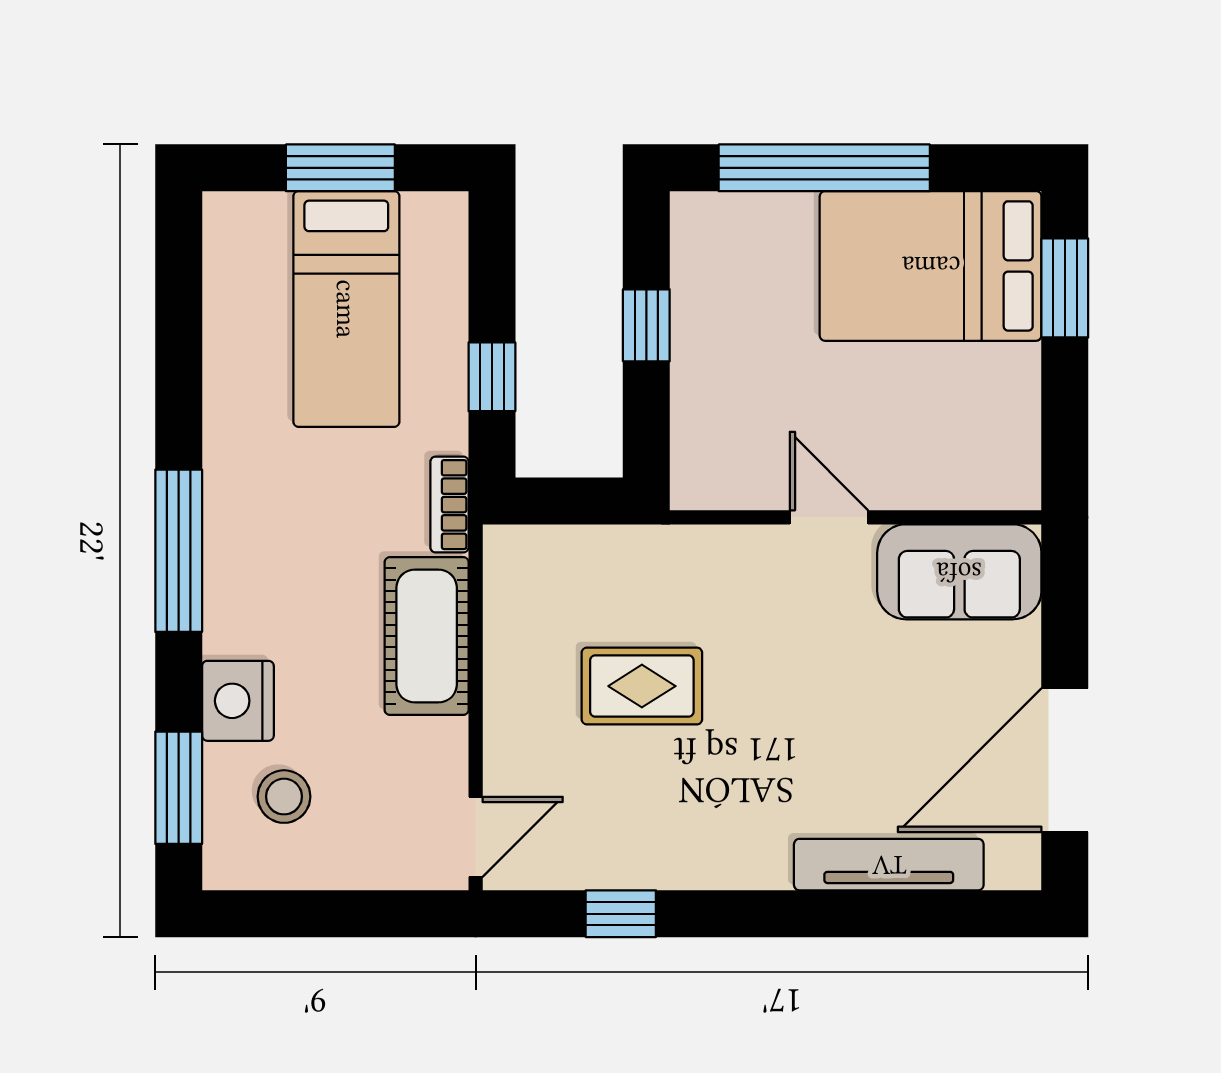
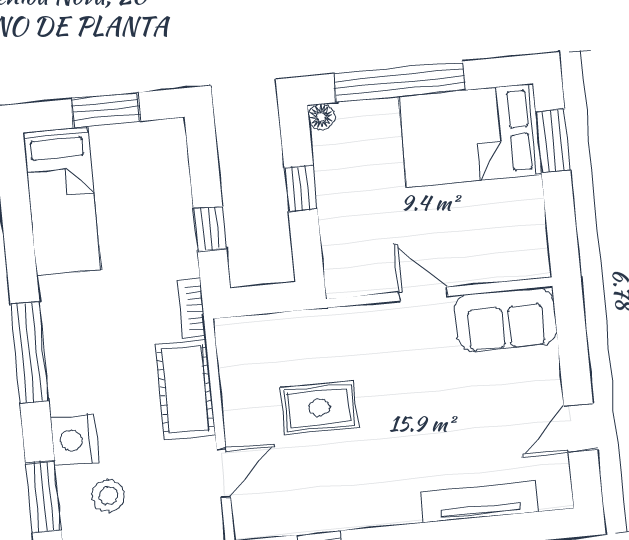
floor lamp: (691, 212) -> (321, 117), added
bed: (346, 309) -> (62, 201), moved
door: (1065, 760) -> (581, 428), width x0.53
door: (476, 837) -> (223, 473), moved

